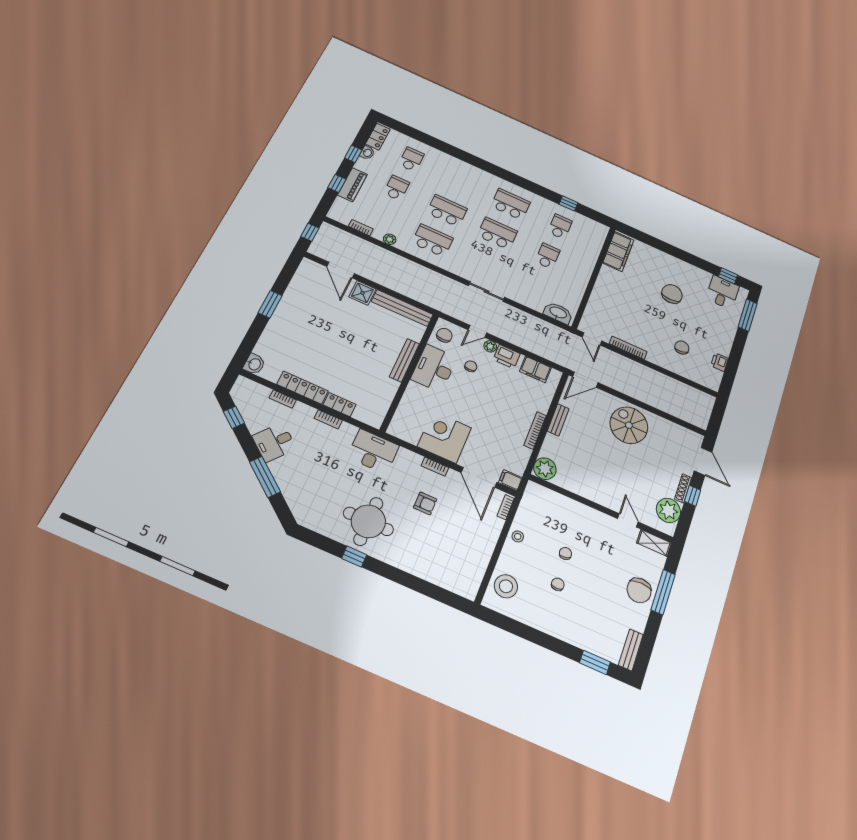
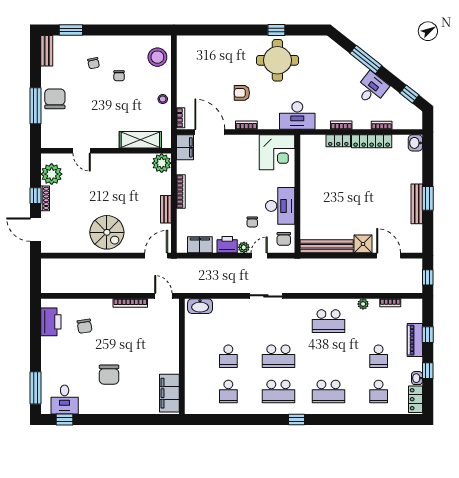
window: (568, 203) -> (296, 419), moved
school desk: (447, 211) -> (328, 391), moved
bench: (404, 360) -> (417, 204), moved
printer: (719, 362) -> (51, 322), width x1.87, depth x1.48
corner desk: (444, 437) -> (277, 152), moved
filing cabinet: (510, 480) -> (185, 147), width x2.00
shelving: (654, 543) -> (140, 140), moved, width x1.50, depth x1.33
chair: (565, 553) -> (94, 63), moved

